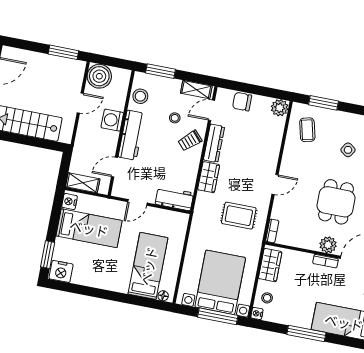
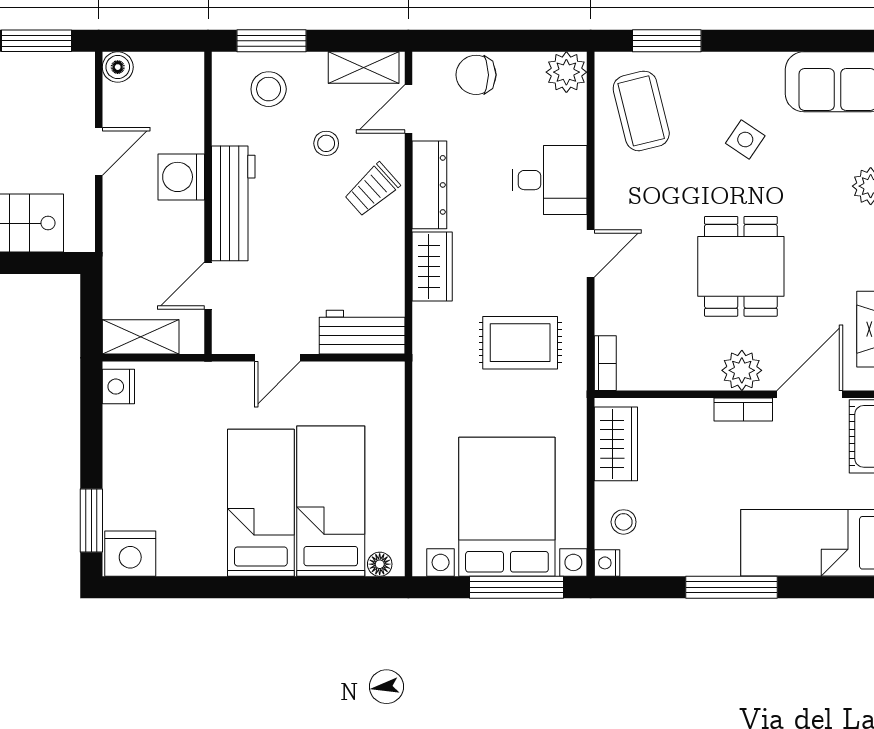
boiler: (99, 76) -> (118, 67), width x0.54, depth x0.54
stool: (140, 96) -> (269, 89), moved
coffee table: (307, 130) -> (641, 111), width x1.36, depth x1.30
desk: (264, 151) -> (550, 180), added
bed: (89, 228) -> (261, 503), moved, turned -90

